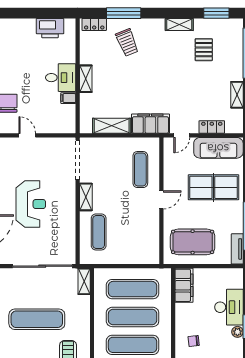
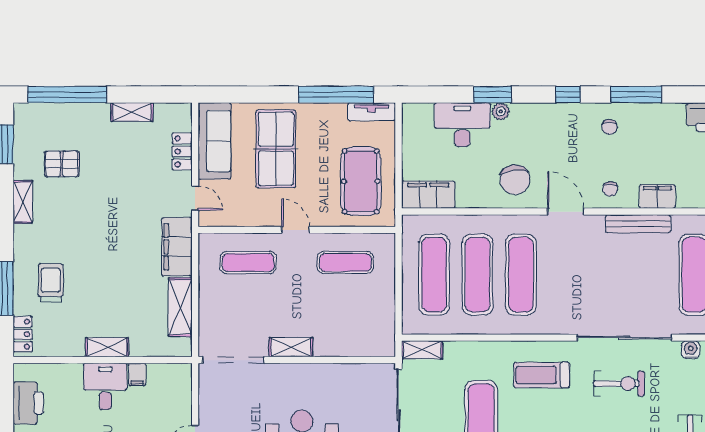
trolley: (127, 43) -> (51, 283), turned -68
exercise mat: (99, 232) -> (345, 263), moved
chair: (194, 341) -> (515, 180), width x1.87, depth x1.87

